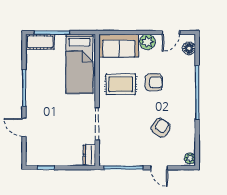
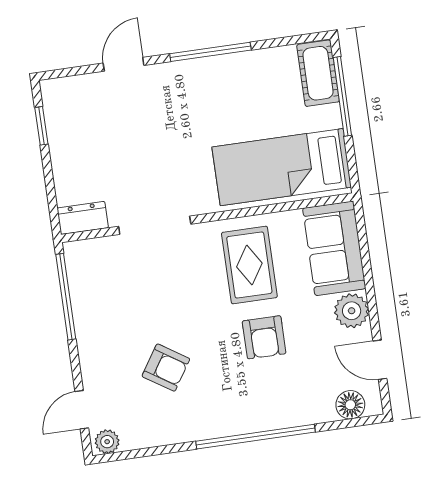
door: (159, 168) -> (82, 410), moved

